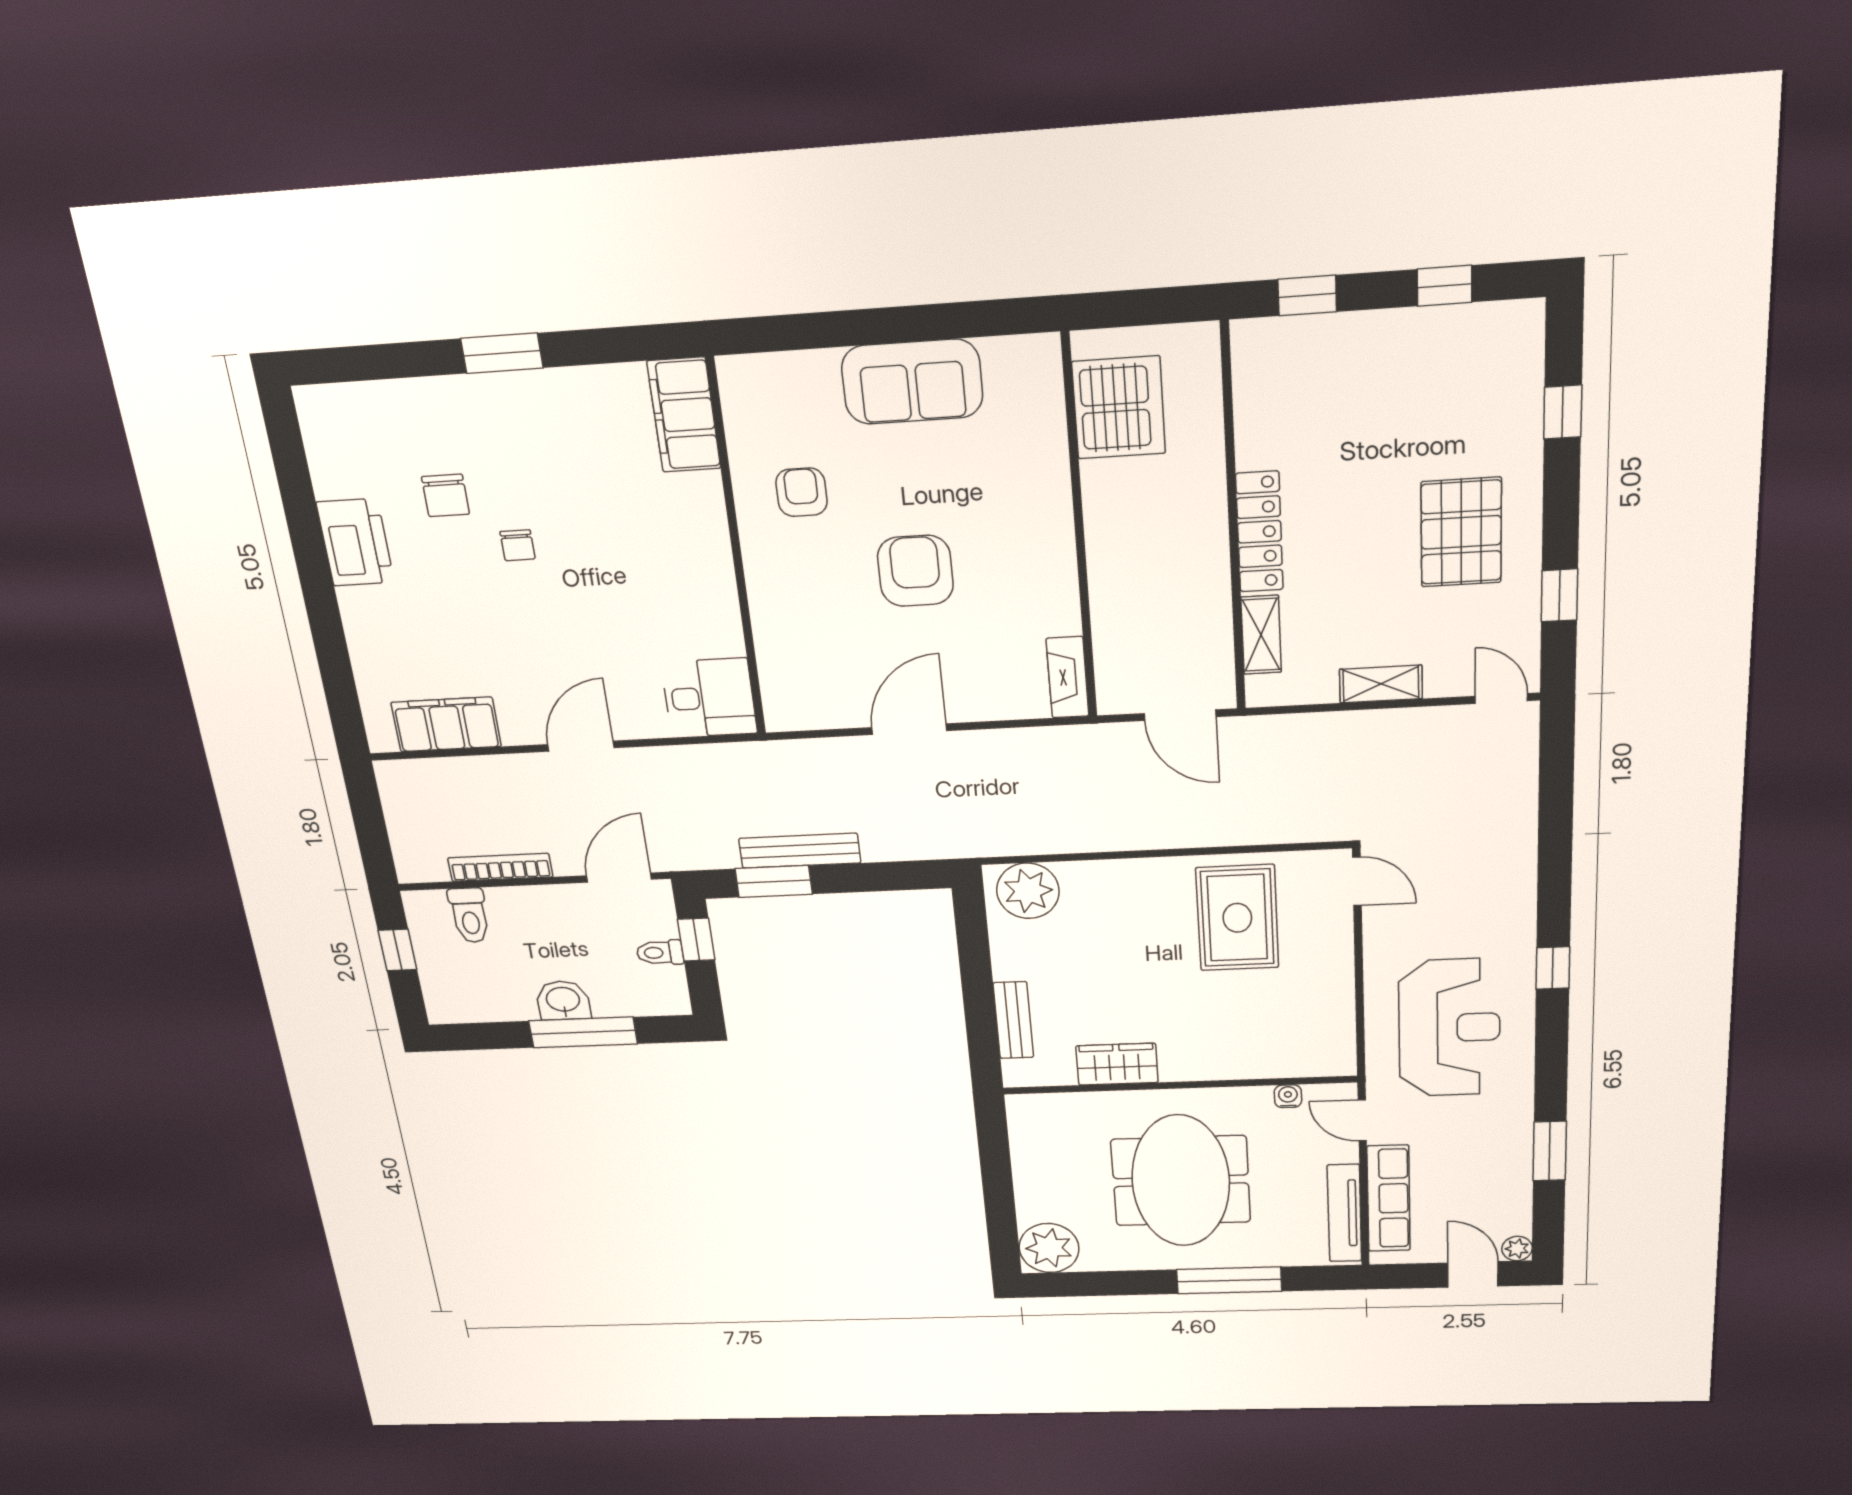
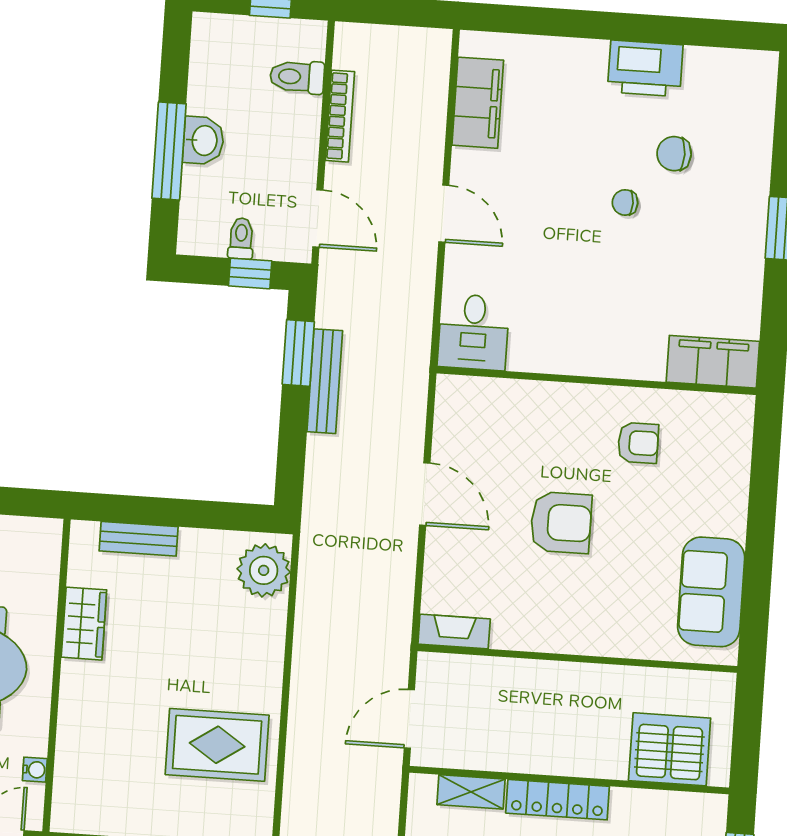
sofa: (912, 382) -> (711, 592), moved
server rack: (1119, 408) -> (670, 749), moved, turned 180

